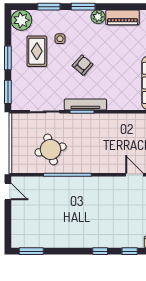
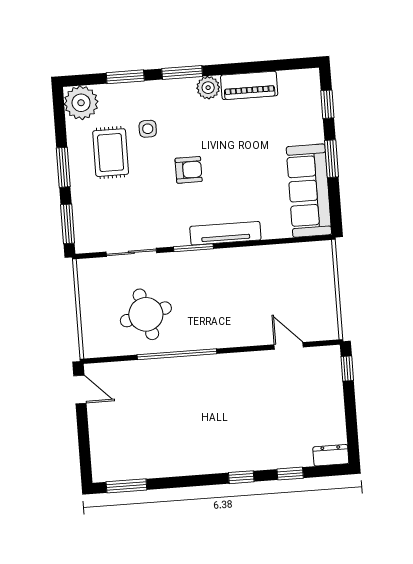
armchair: (83, 65) -> (189, 170), turned 49
tv unit: (85, 105) -> (225, 233), moved

